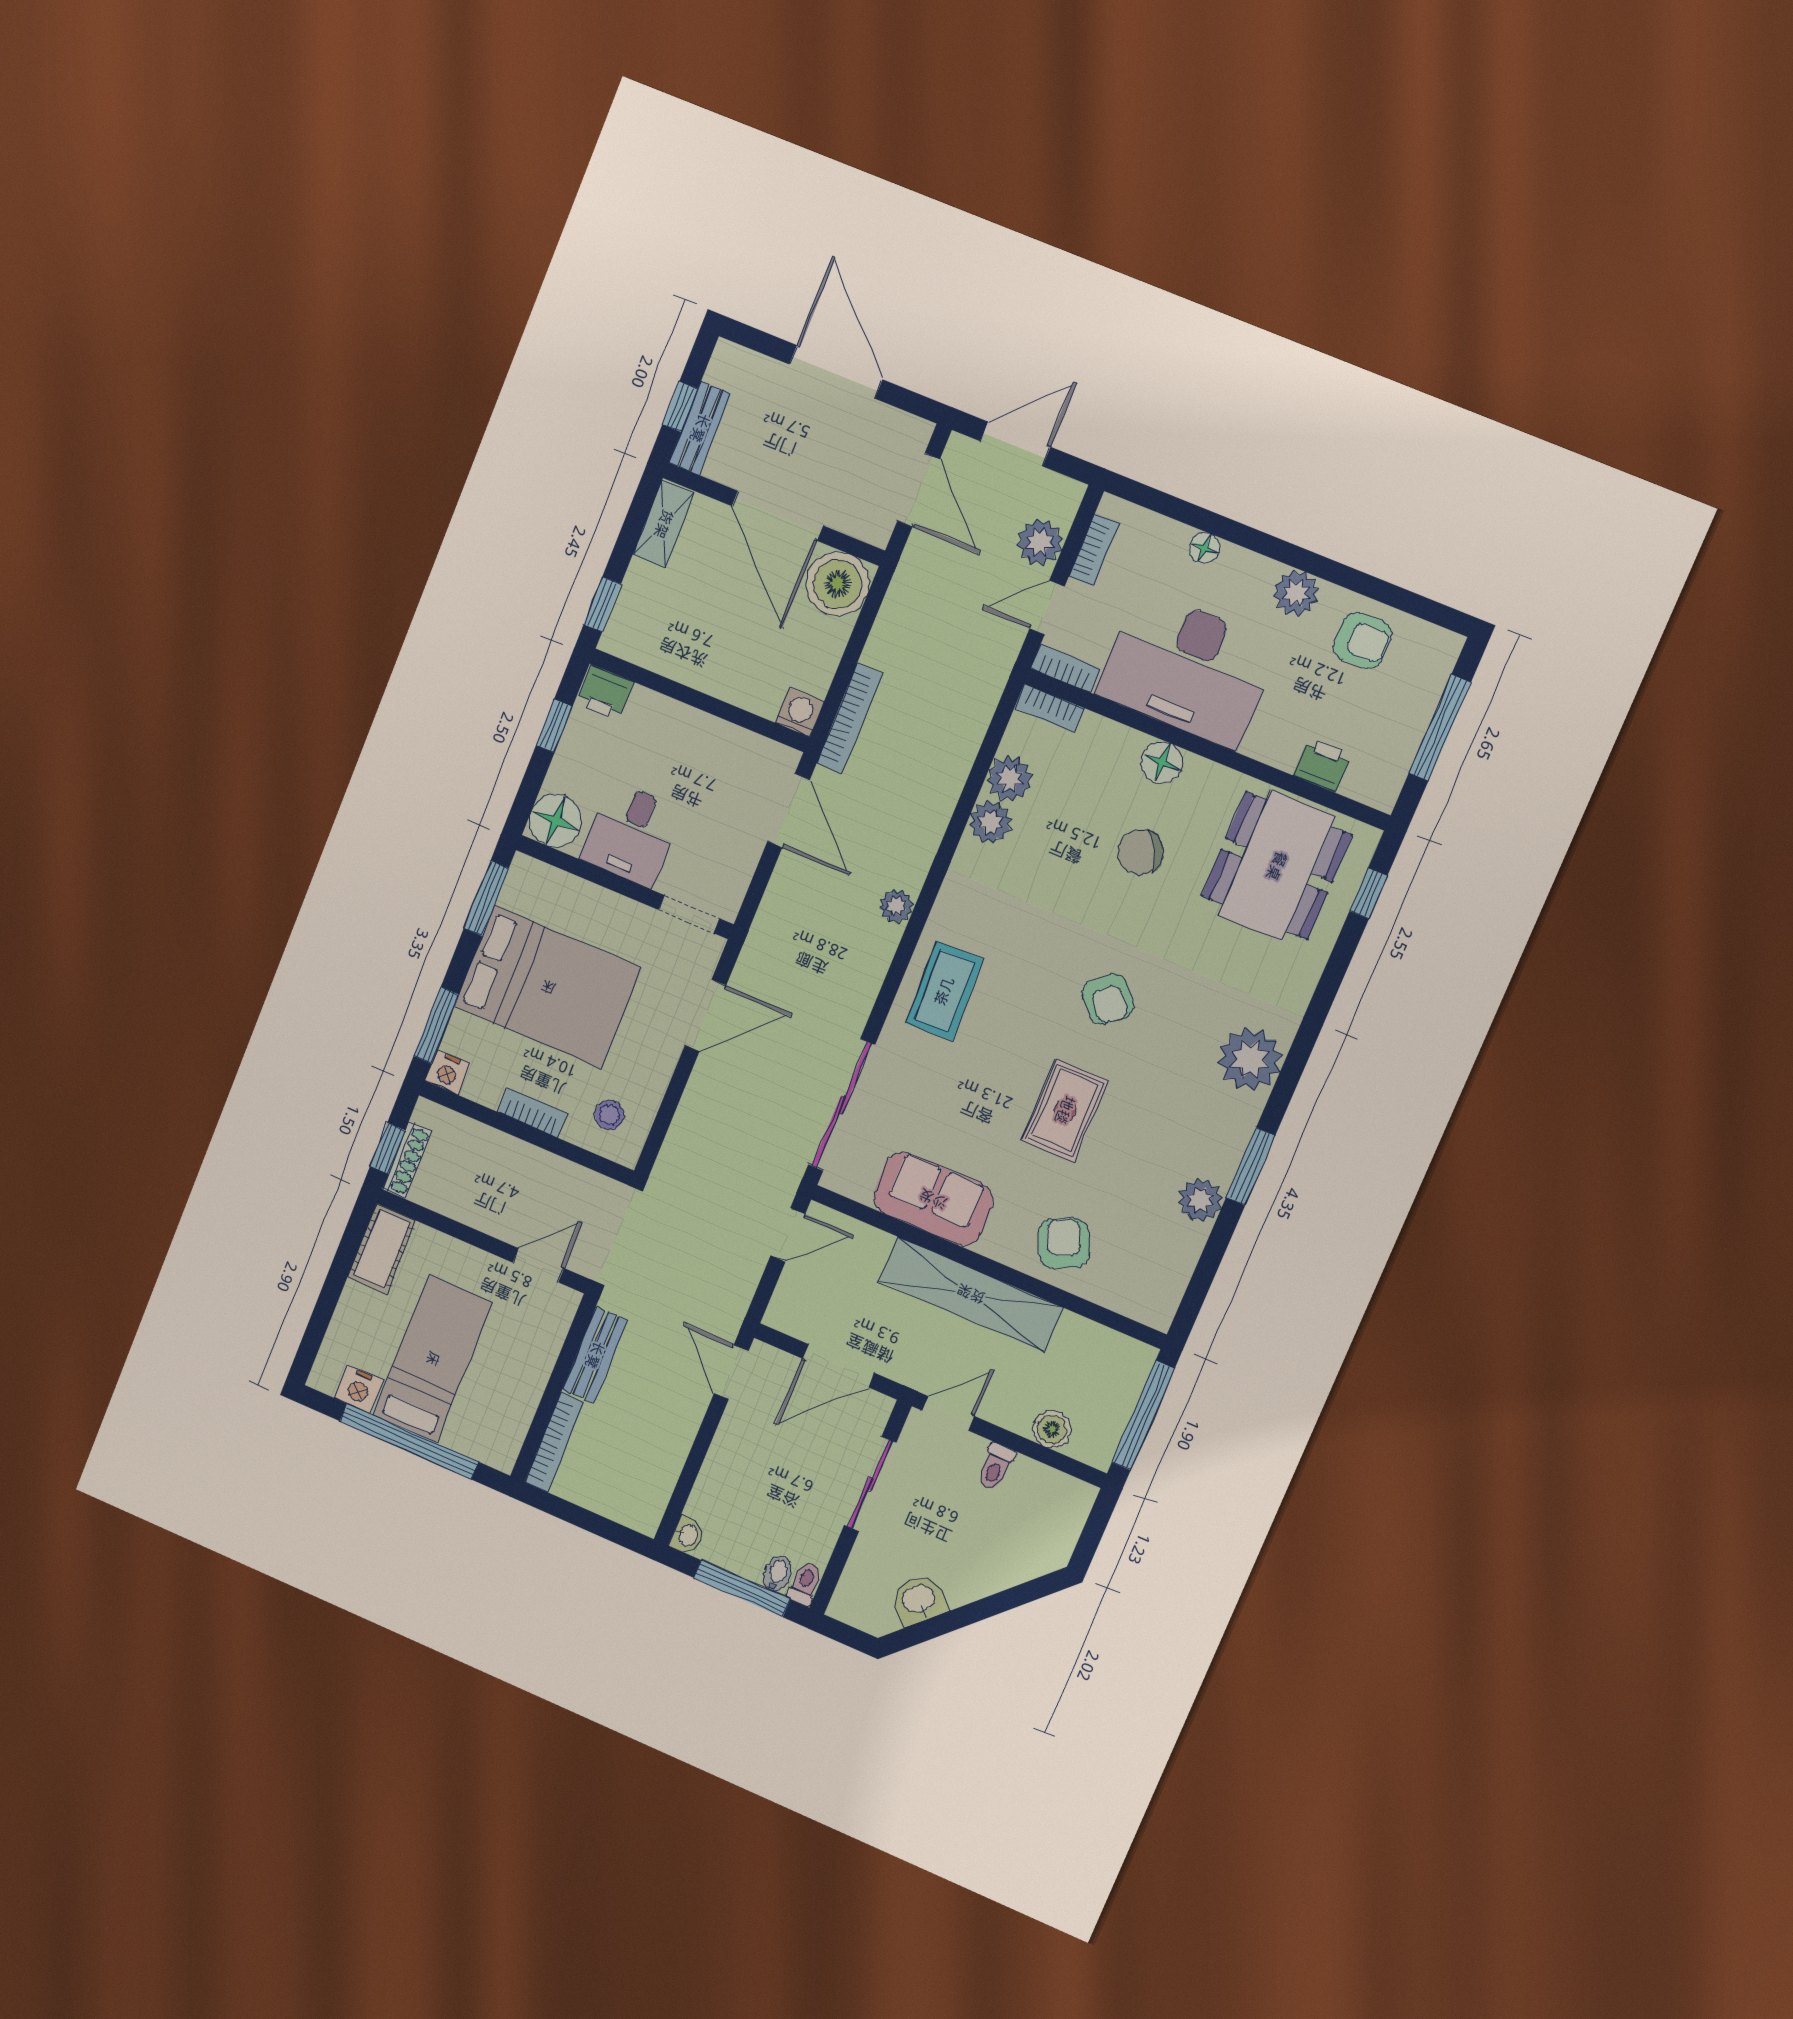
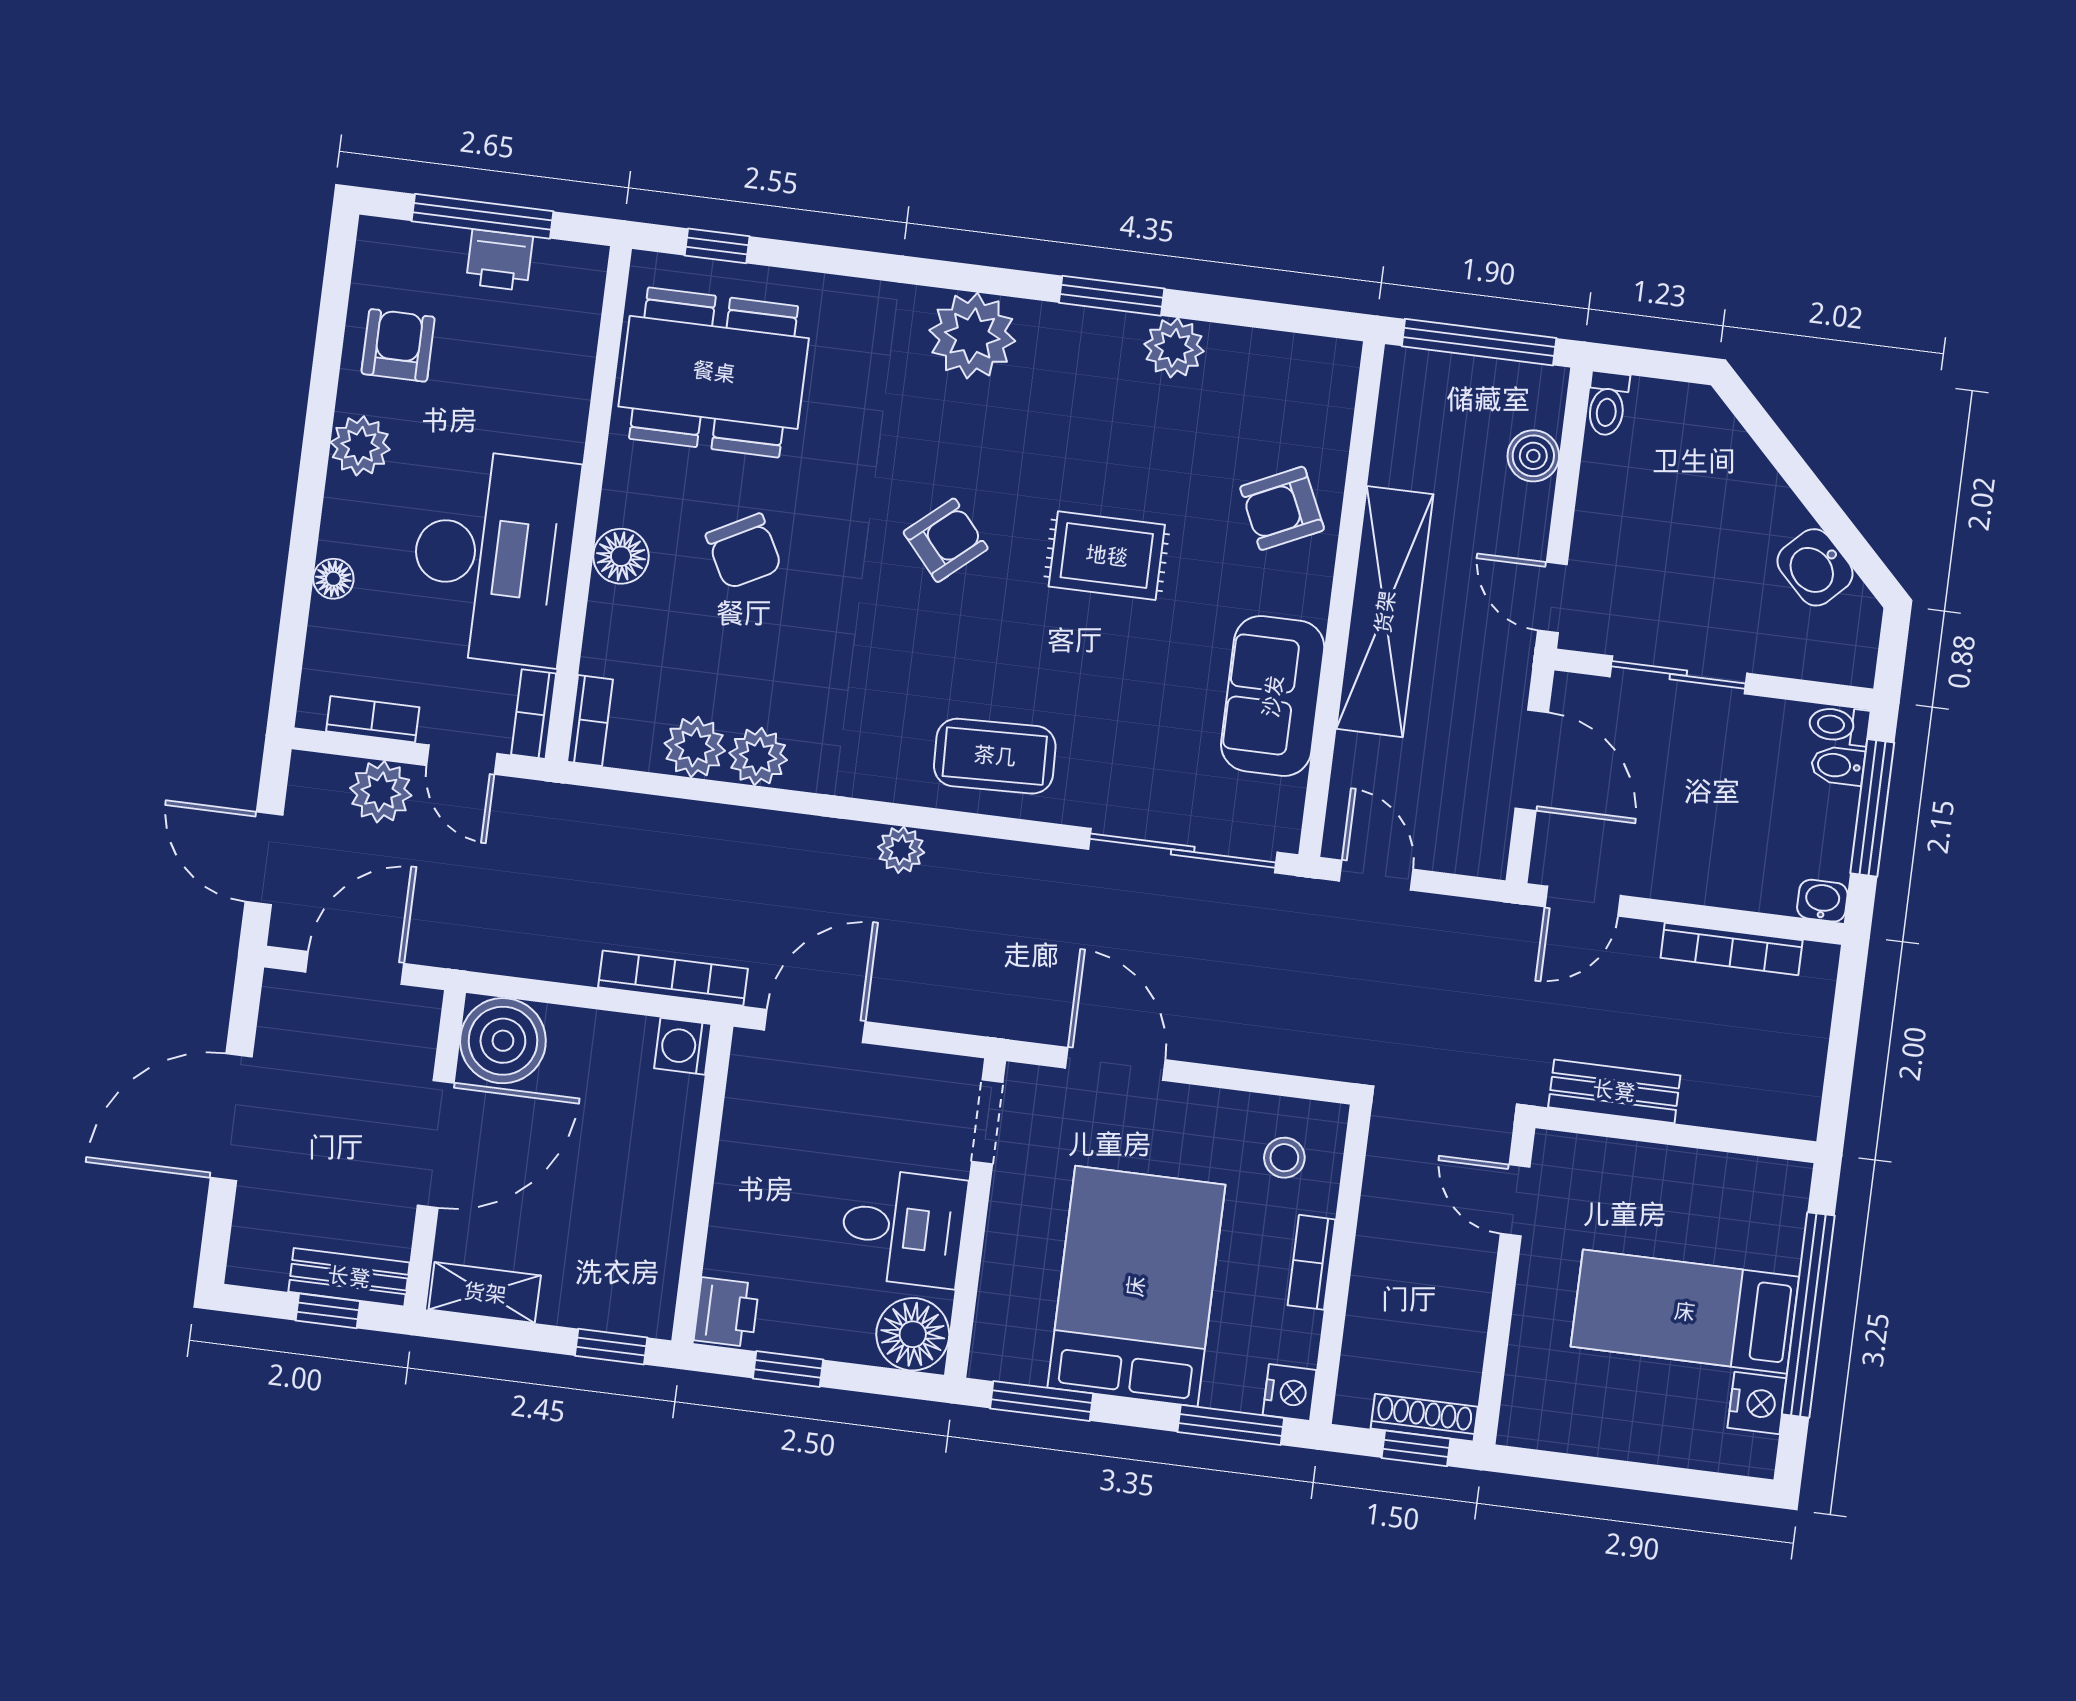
printer: (1322, 765) -> (499, 260), moved, turned -90
cot: (382, 1249) -> (1555, 1421), removed
bookcase: (554, 1442) -> (1732, 949), moved, turned 180
toilet: (996, 1467) -> (1607, 404), moved, turned 90

